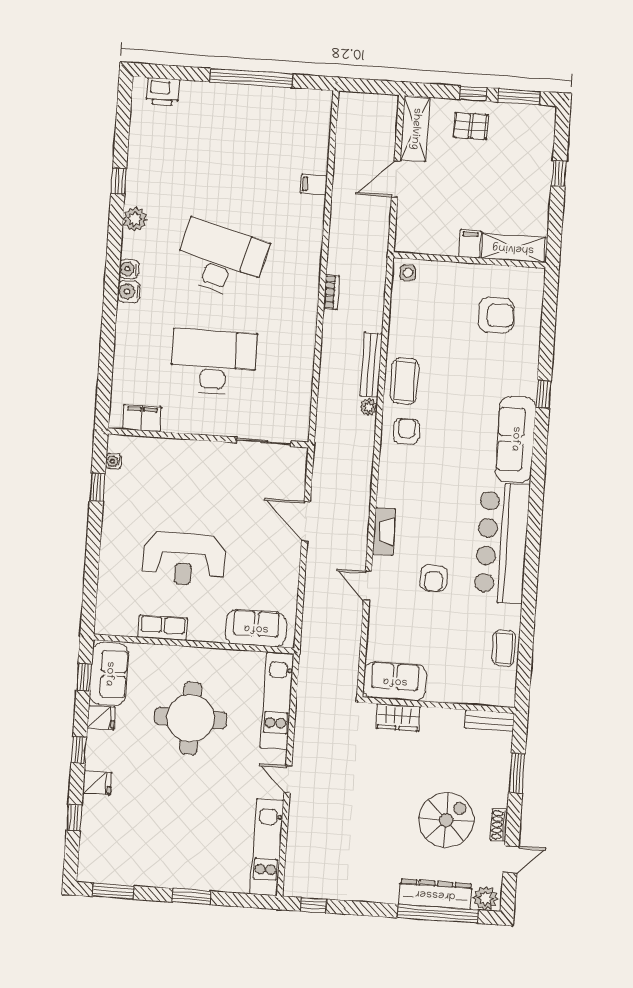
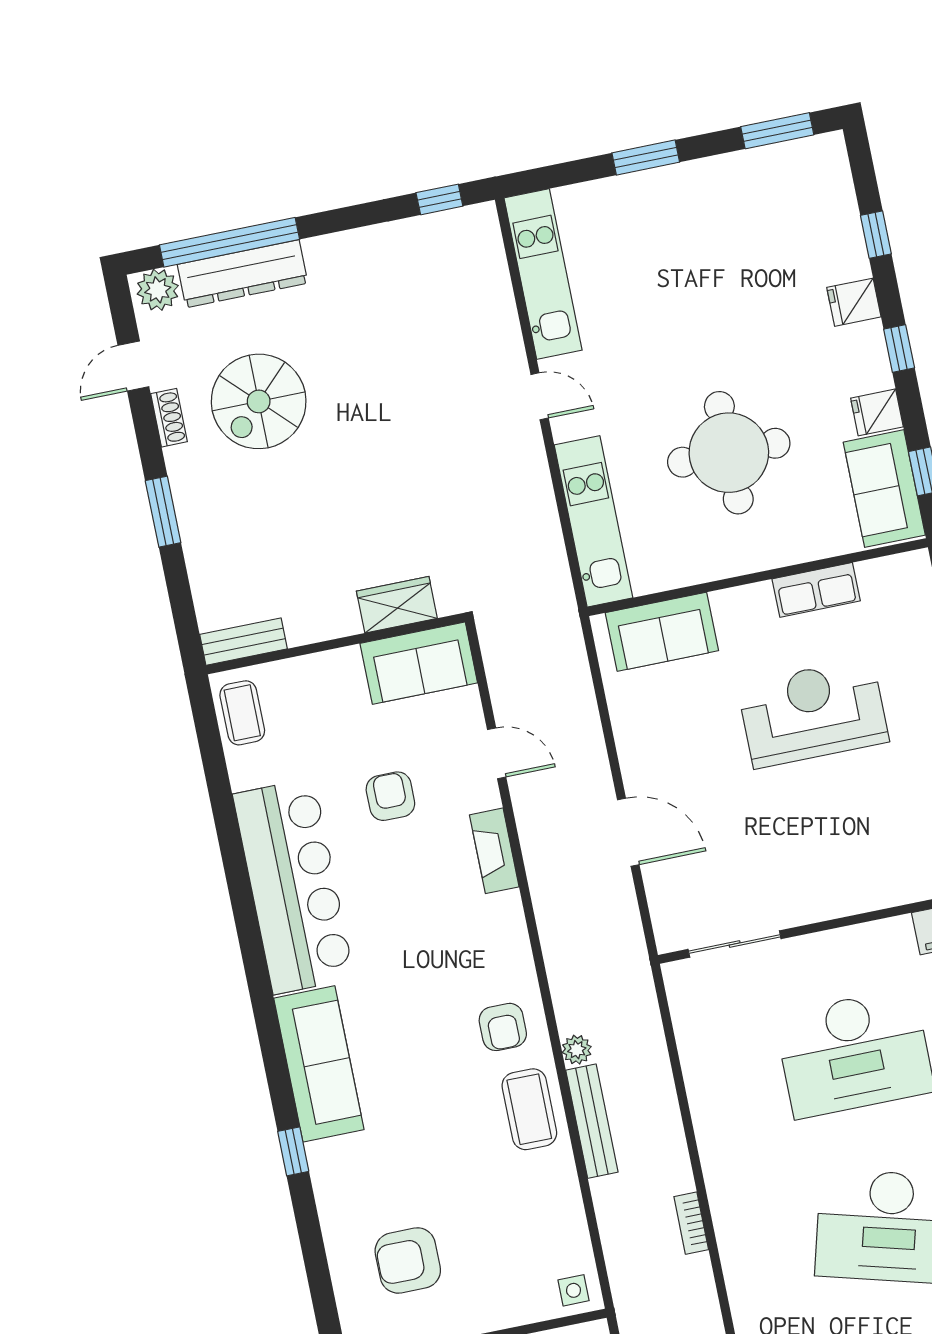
sofa: (395, 681) -> (419, 663), moved
wall: (438, 705) -> (336, 644), moved
wardrobe: (398, 717) -> (397, 605), moved
bench: (490, 721) -> (243, 642), moved

